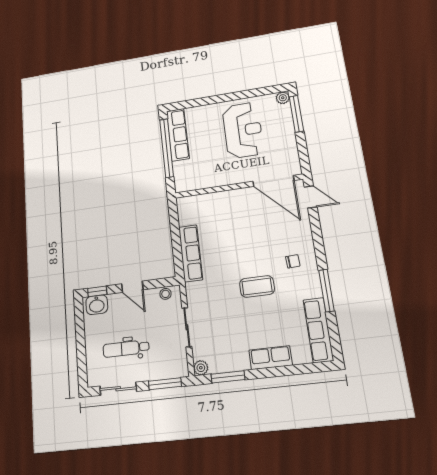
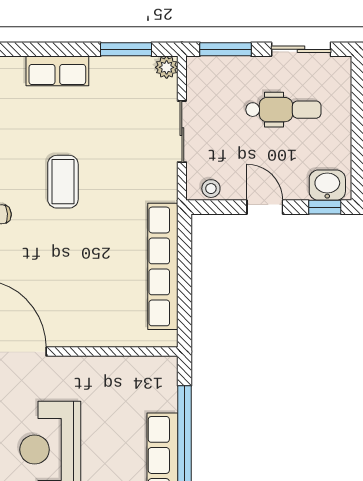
row of seats: (191, 253) -> (163, 266), width x1.36
coffee table: (257, 287) -> (63, 182), turned 90

